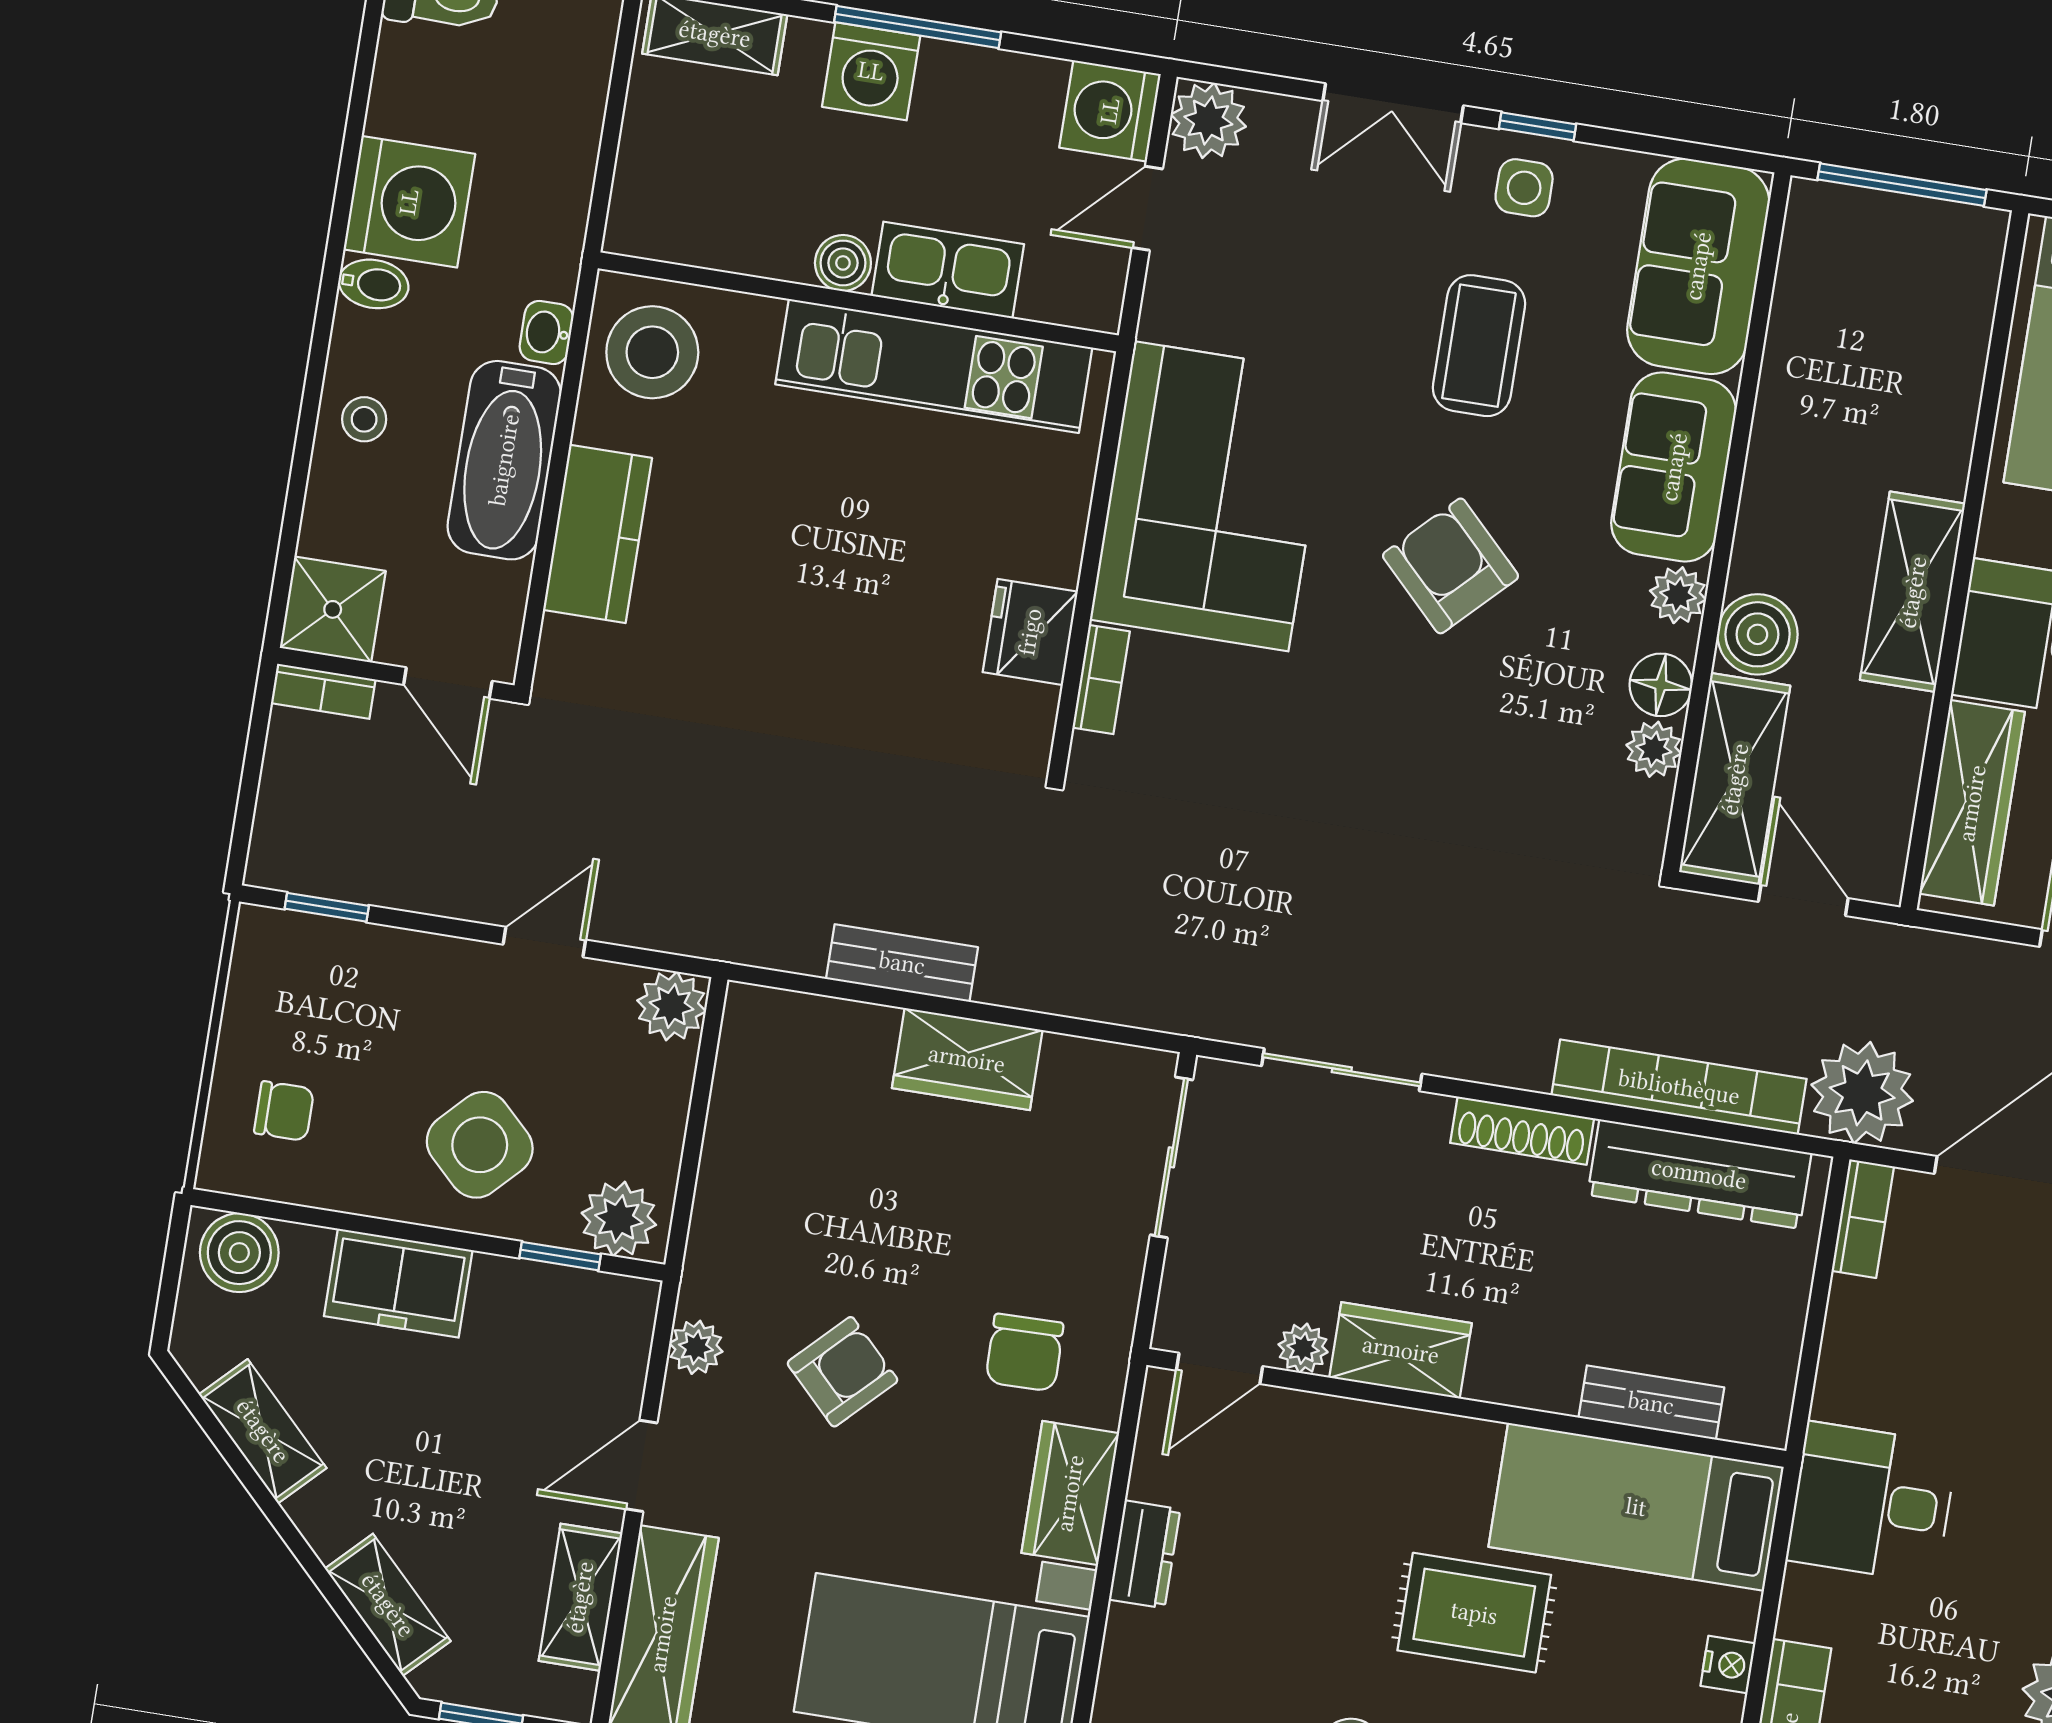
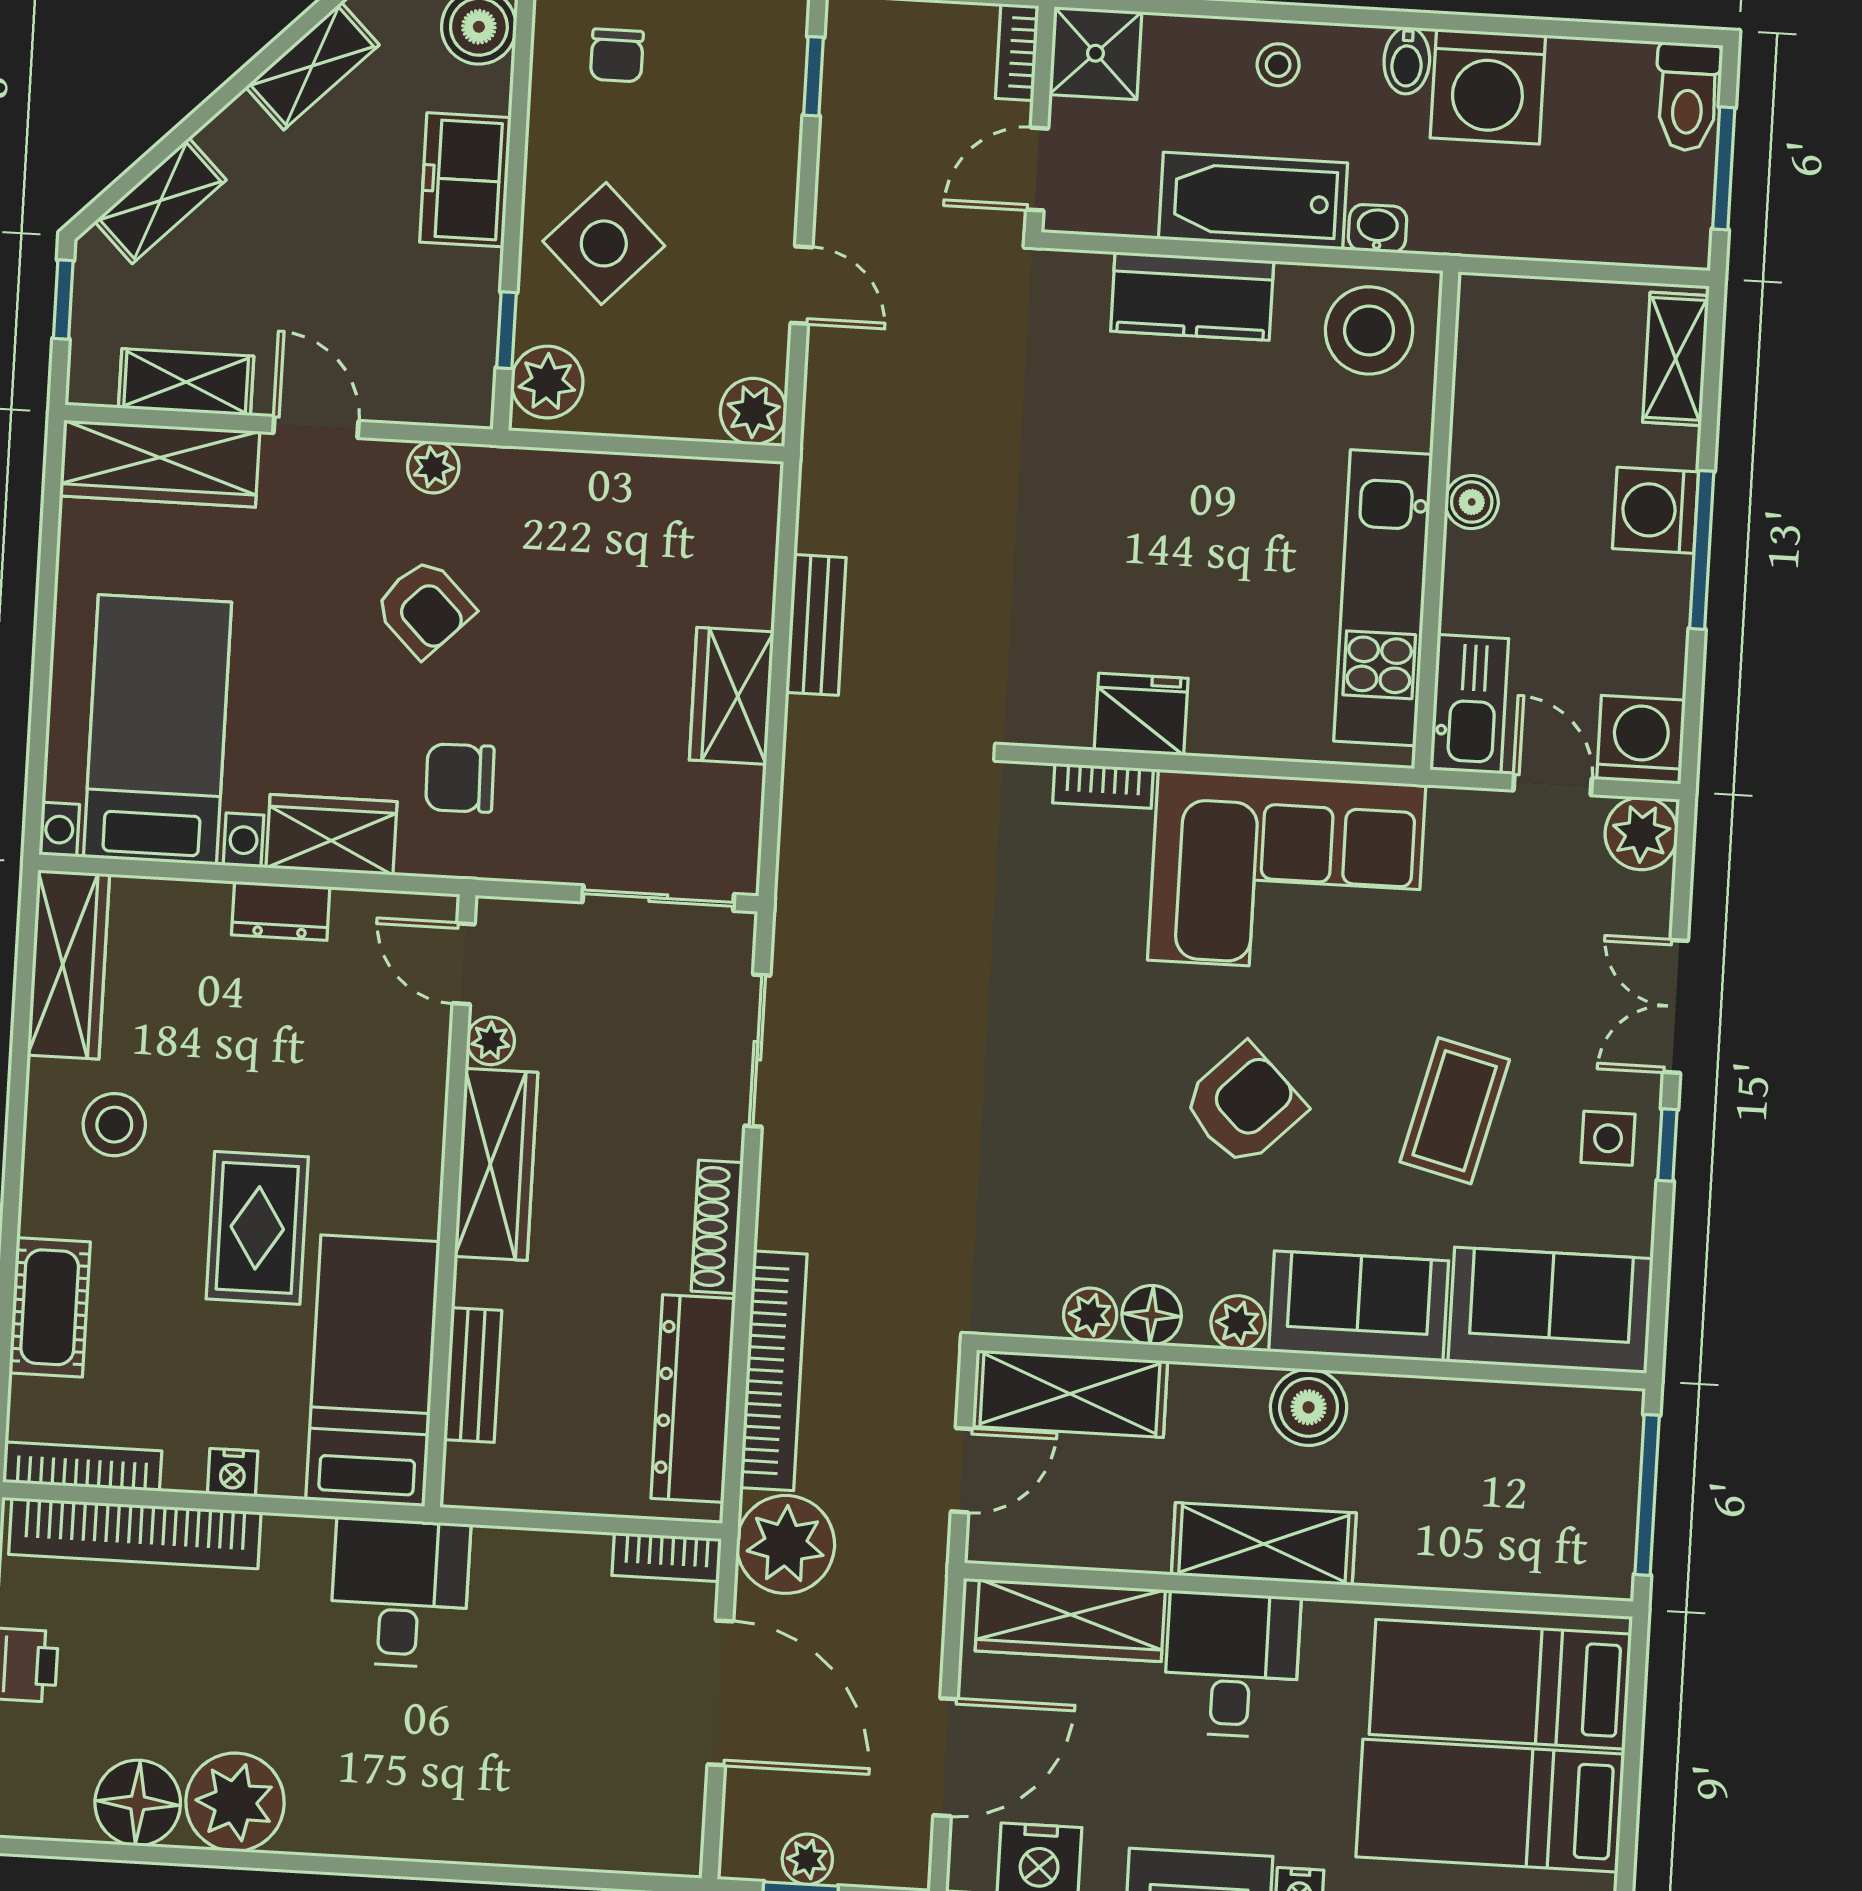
kitchen sink: (948, 270) -> (1469, 704), moved
coffee table: (1479, 346) -> (1455, 1111), turned -76
boiler: (1758, 634) -> (1309, 1407), moved
wardrobe: (1401, 1350) -> (496, 1164), width x1.50

